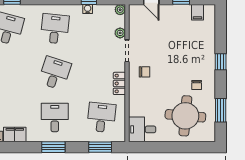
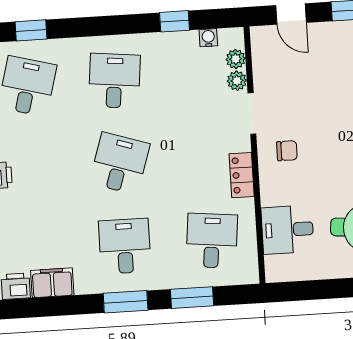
water cooler: (88, 9) -> (208, 38), moved
plant: (120, 10) -> (236, 59), moved
desk: (142, 129) -> (287, 230), moved
window: (100, 147) -> (192, 298), moved

